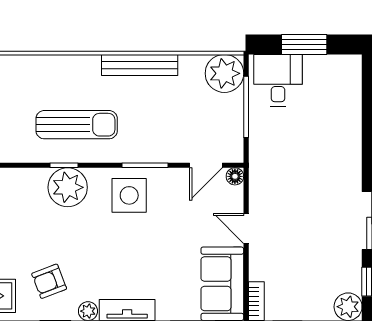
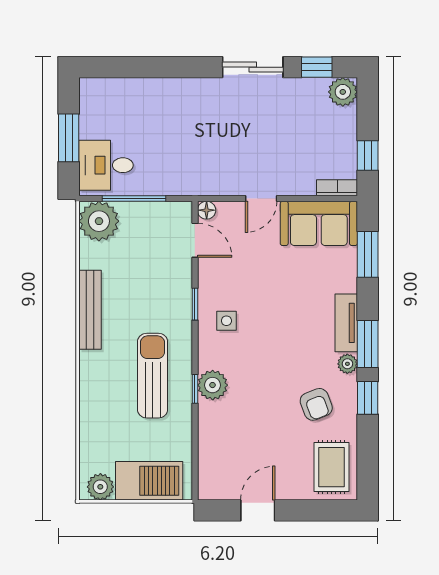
window: (145, 165) -> (195, 304), width x0.67
plant: (68, 187) -> (213, 385), width x0.73, depth x0.73
side table: (129, 195) -> (226, 321), width x0.54, depth x0.54

